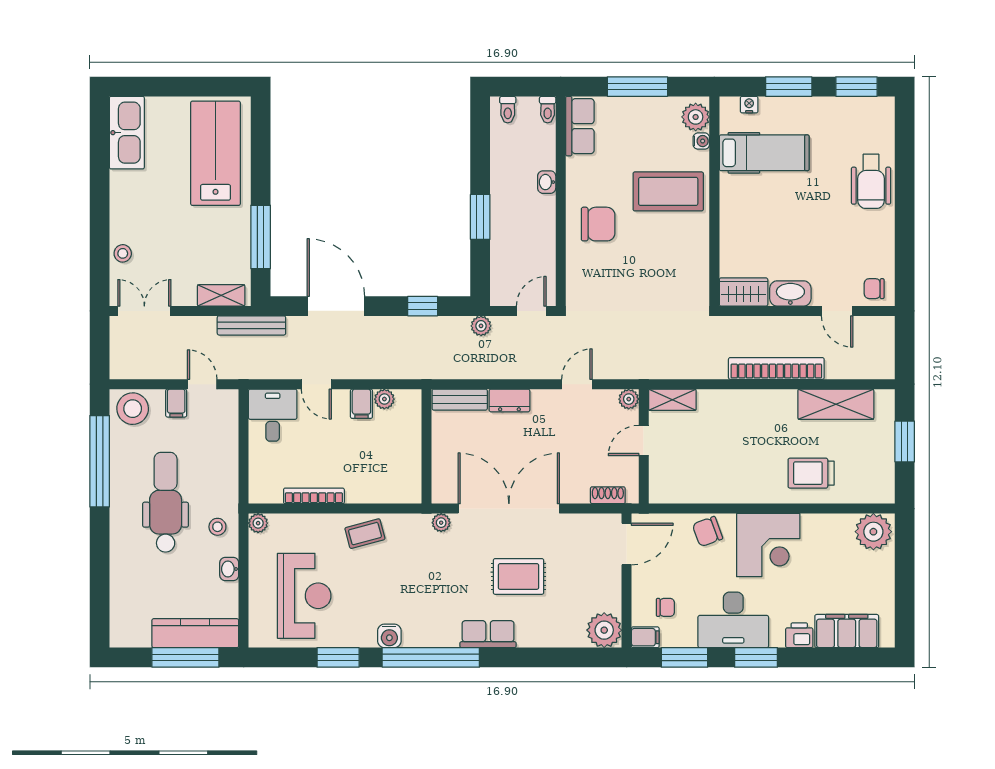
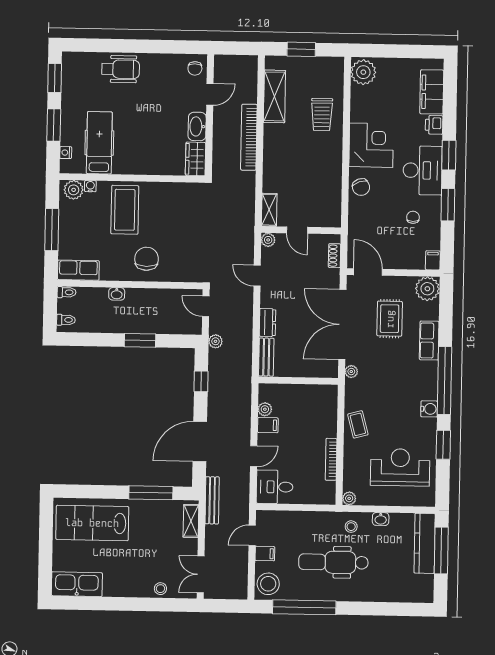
door: (627, 544) -> (368, 272), moved
wall: (627, 581) -> (393, 273), moved
plant: (604, 630) -> (427, 289), moved
filing cabinet: (645, 637) -> (433, 260), moved

